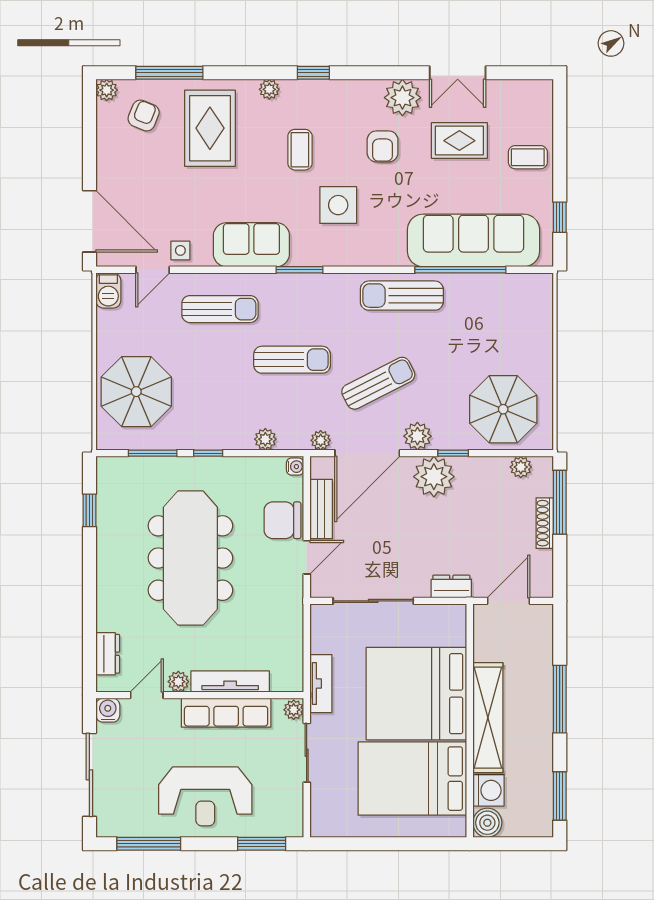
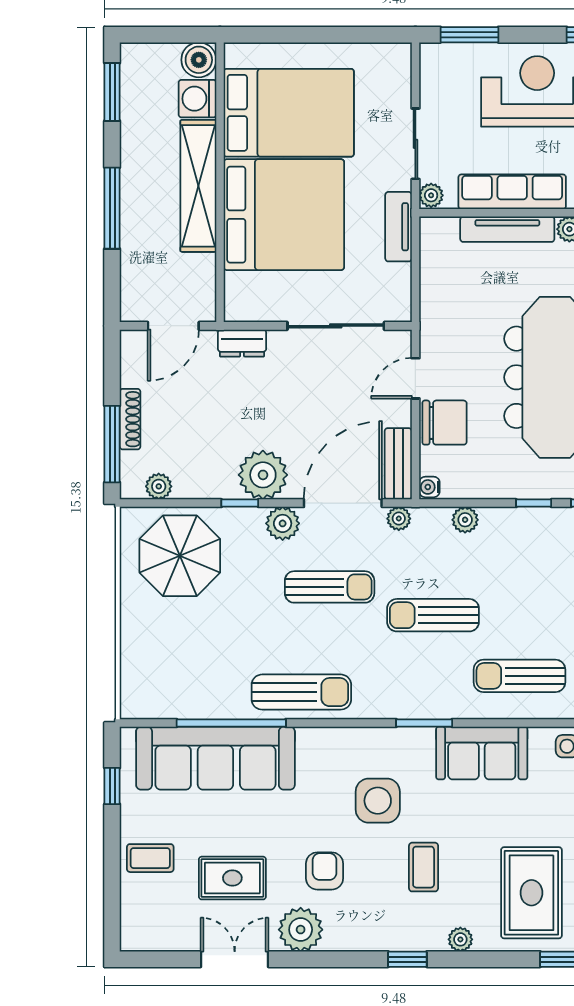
sun lounger: (378, 383) -> (330, 587), turned -153
bench: (321, 509) -> (398, 464), moved

